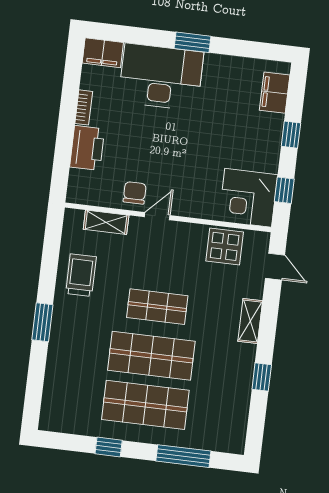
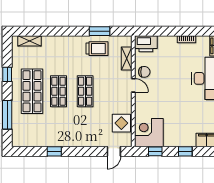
printer: (87, 148) -> (146, 44), moved
shelving: (250, 321) -> (29, 41), moved
window: (42, 322) -> (100, 31), moved
shop shelf: (151, 356) -> (59, 91), width x0.70, depth x0.74

